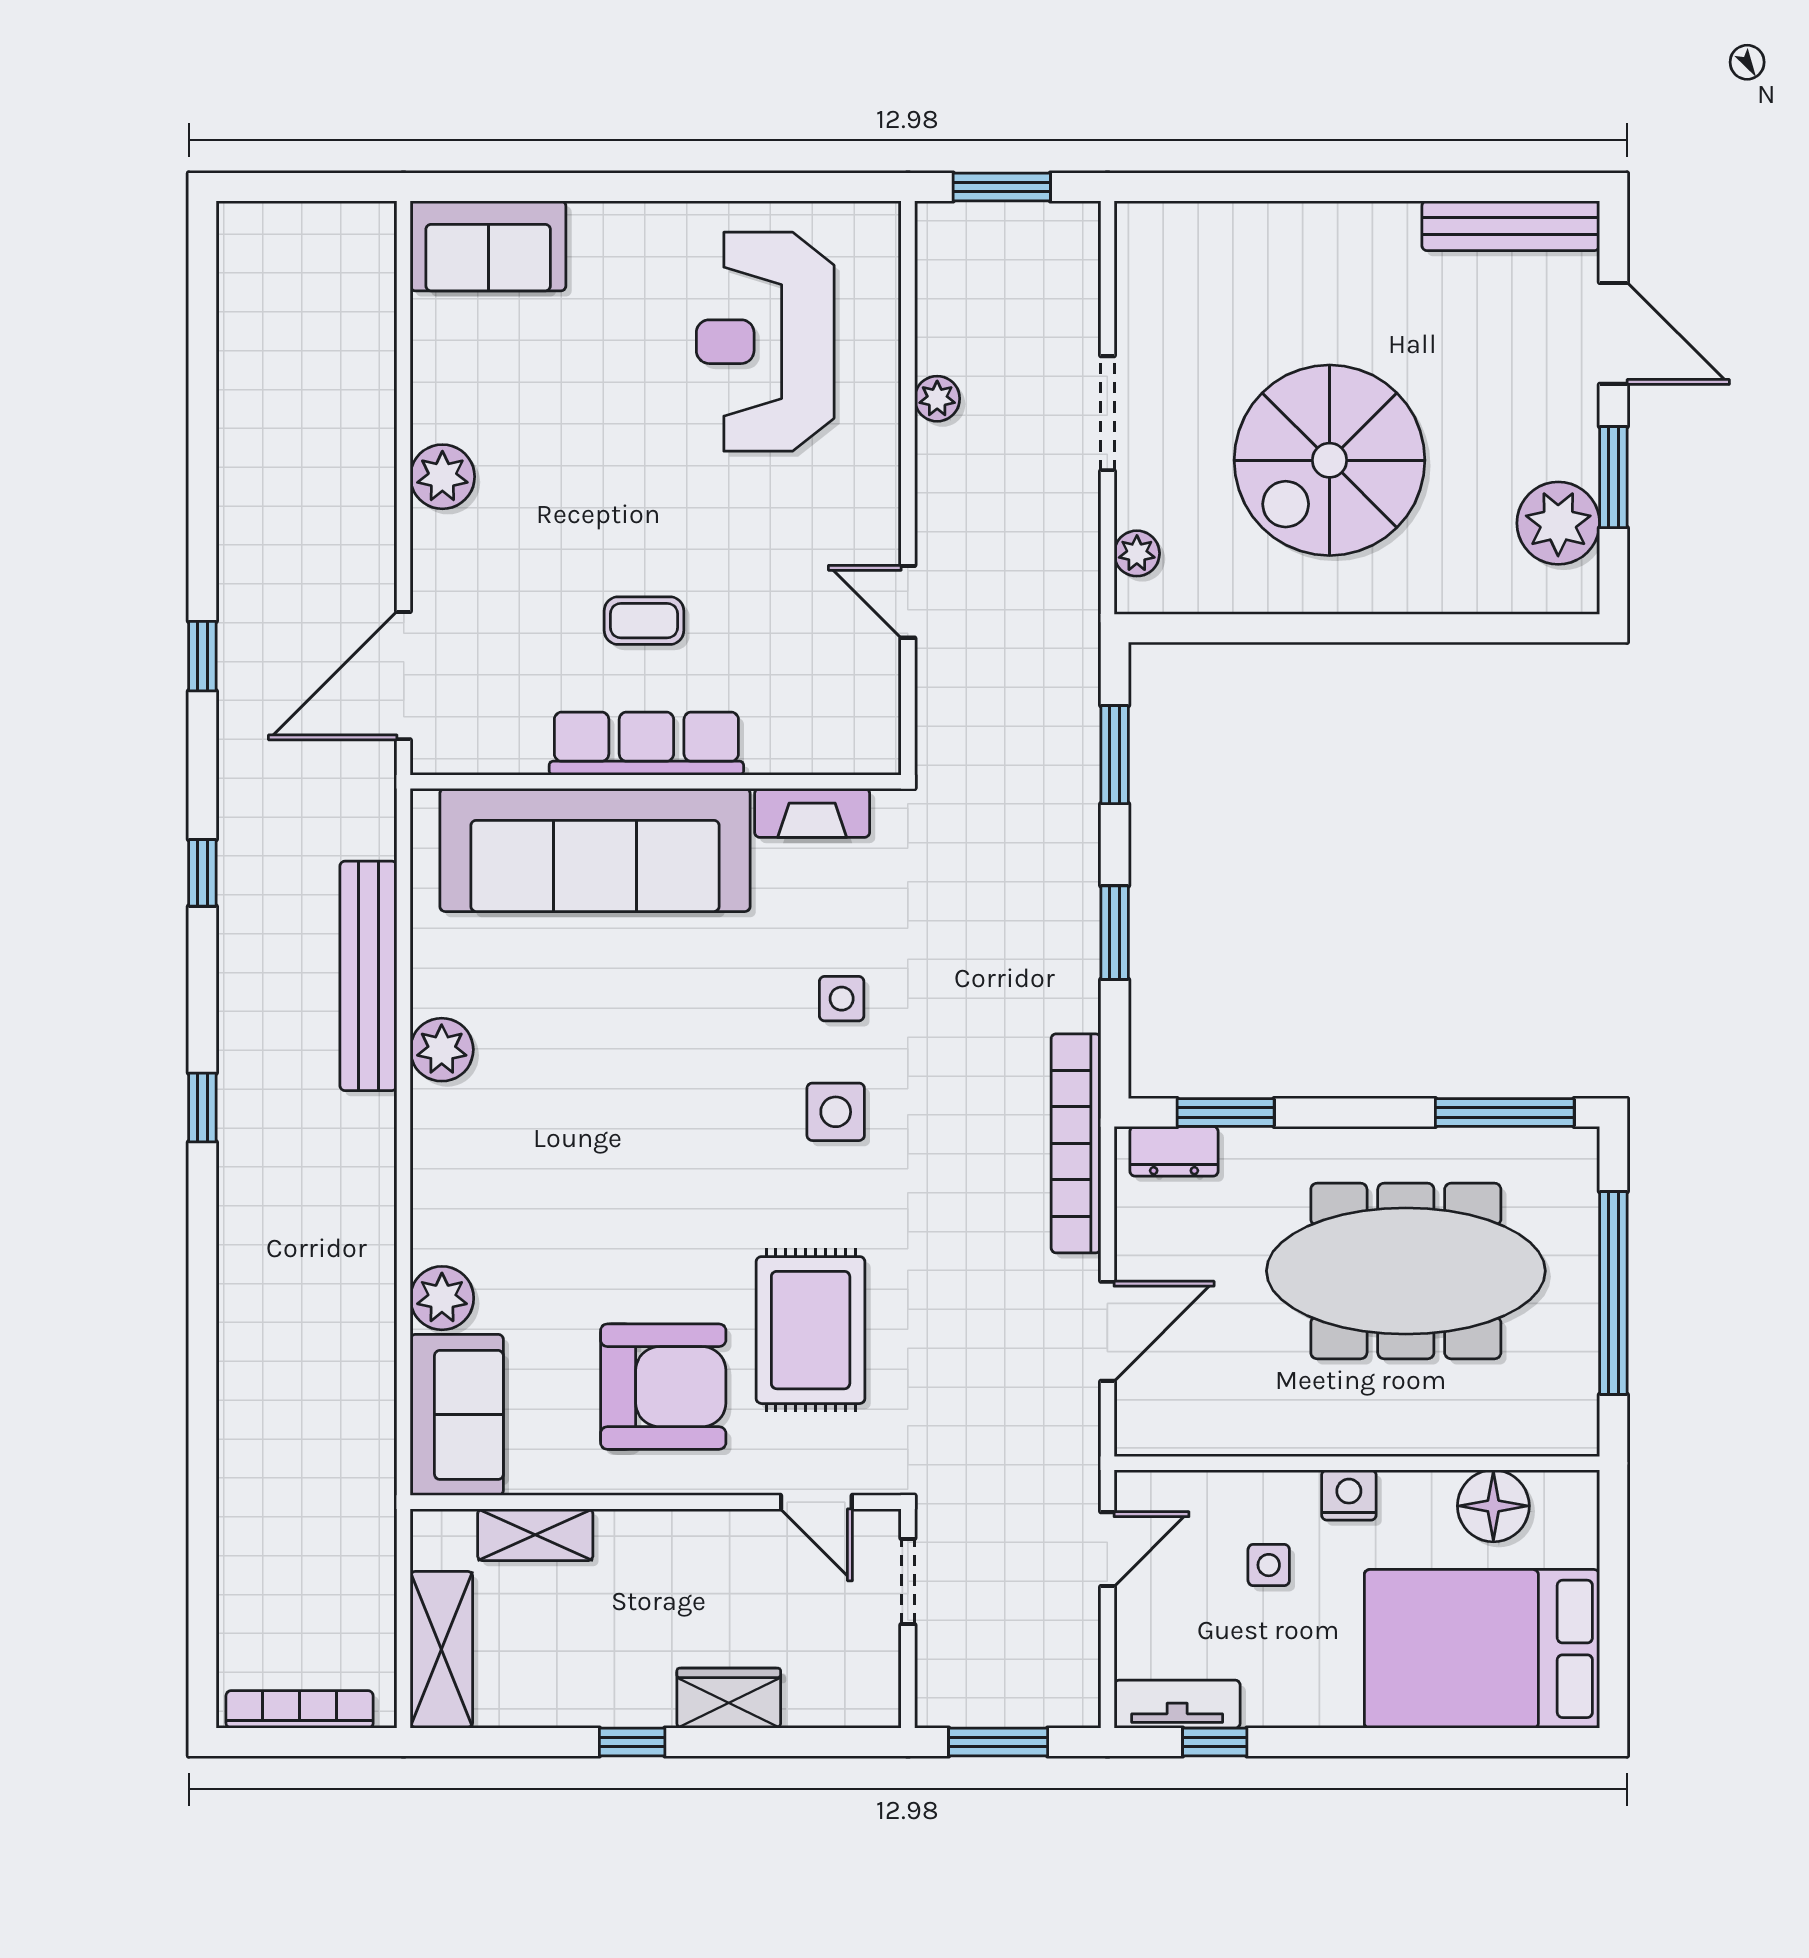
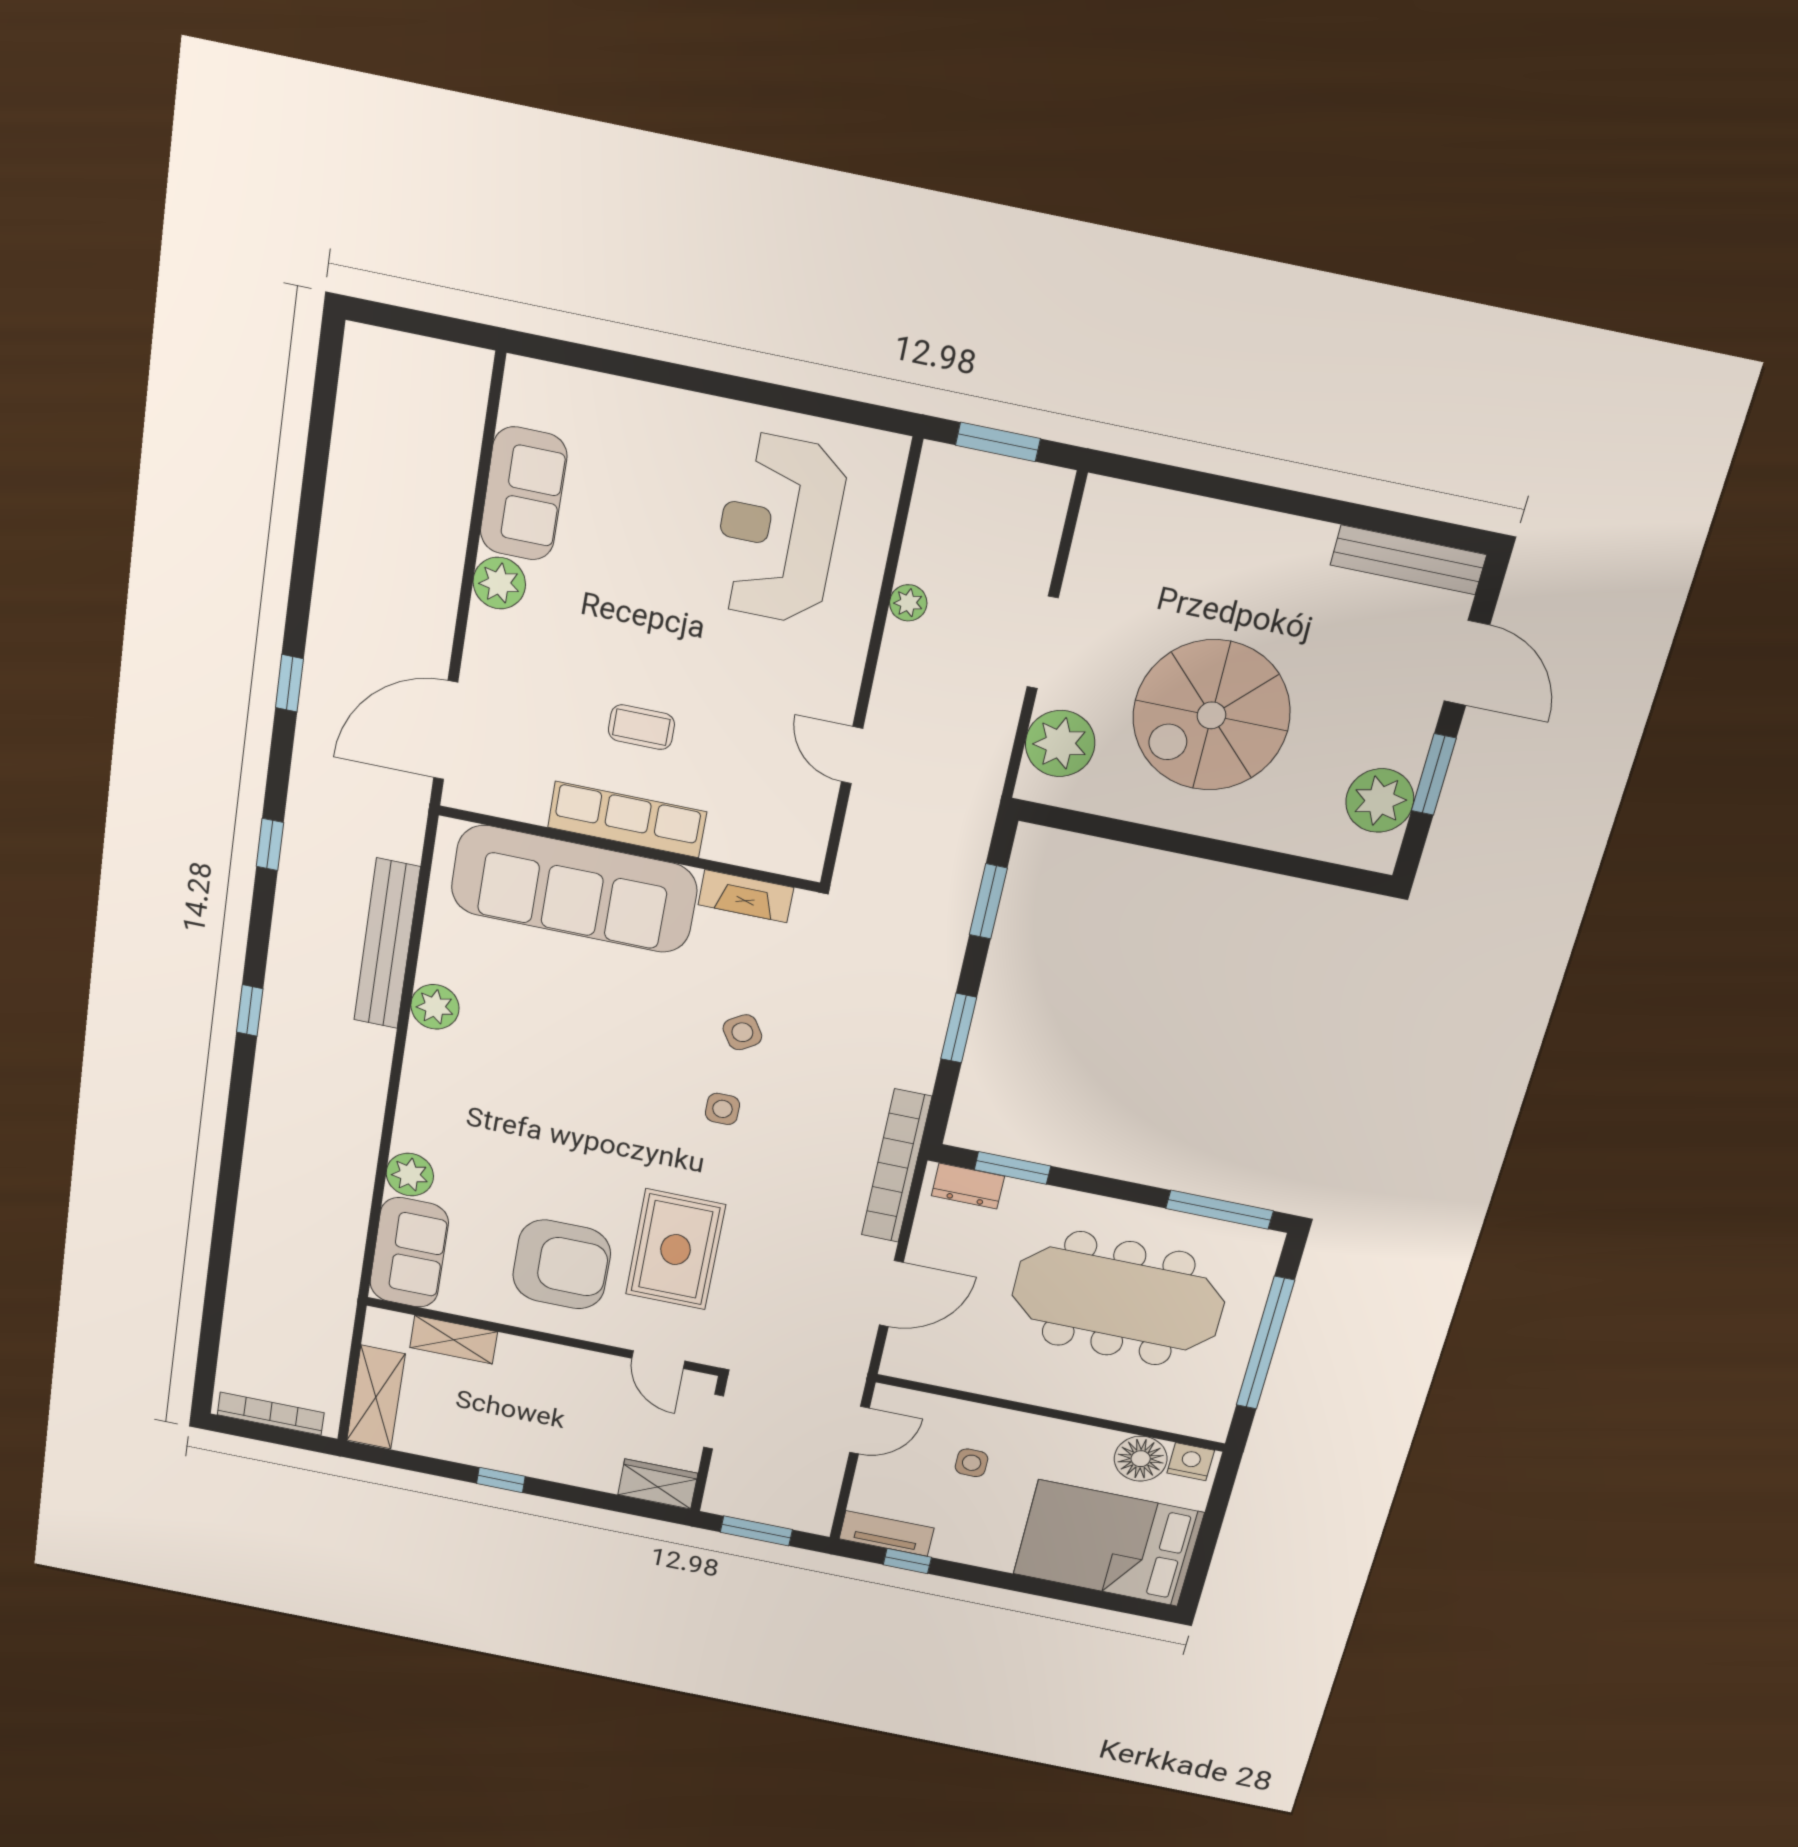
sofa: (488, 246) -> (523, 494), moved, turned -90
plant: (1137, 553) -> (1060, 743), width x1.88, depth x1.88
side table: (842, 999) -> (742, 1032), turned -32
side table: (836, 1112) -> (722, 1109), width x0.73, depth x0.73
nightstand: (1349, 1495) -> (1191, 1462), moved
wardrobe: (729, 1698) -> (658, 1484), moved

